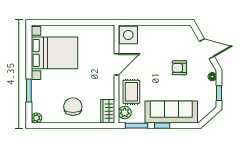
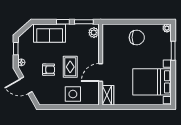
side table: (128, 35) -> (73, 94), moved
rug: (131, 92) -> (70, 67), moved
chair: (73, 107) -> (137, 37), turned -90
wardrobe: (108, 111) -> (108, 95), moved
sofa: (171, 112) -> (50, 33), width x0.73

